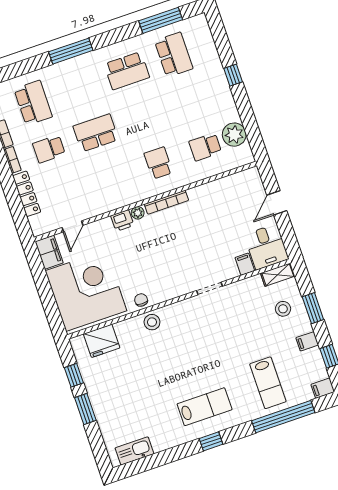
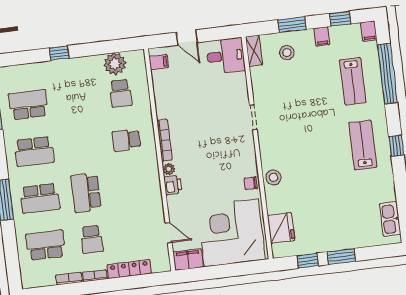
school desk: (127, 71) -> (34, 151), turned 90
school desk: (80, 87) -> (40, 198), added
filing cabinet: (245, 264) -> (159, 62), moved, turned 180
lab bench: (268, 383) -> (353, 81), turned 90

